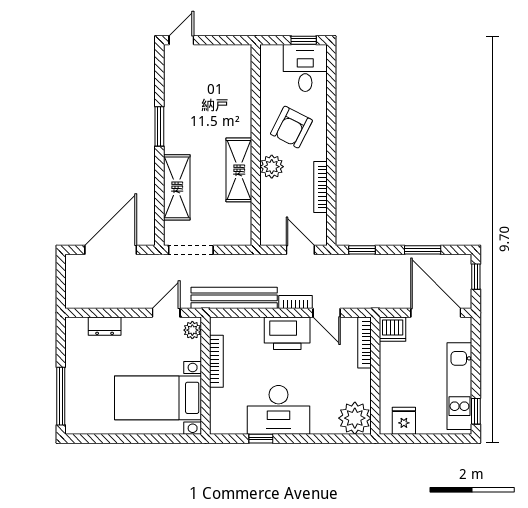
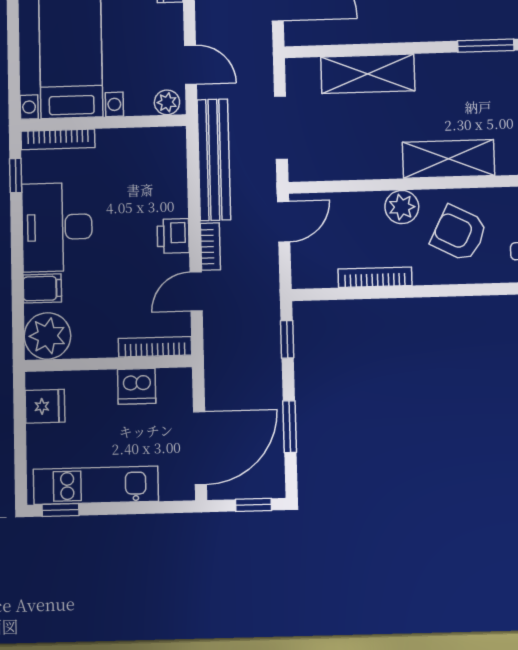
window: (159, 126) -> (486, 46), moved
shelving: (239, 170) -> (449, 159), moved
doorway: (191, 250) -> (281, 128), moved
door: (300, 250) -> (284, 222), moved
dishwasher: (393, 329) -> (137, 386), moved, turned -90
printer: (287, 333) -> (173, 236), width x0.53, depth x0.68
bookcase: (216, 361) -> (58, 139), moved
filing cabinet: (321, 421) -> (42, 288), added
window: (261, 439) -> (16, 176), moved

